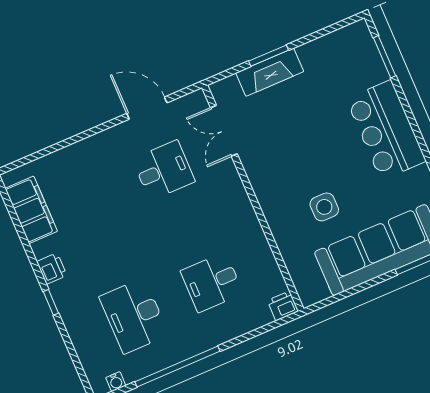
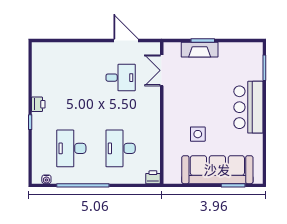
filing cabinet: (31, 210) -> (41, 68), removed
desk: (212, 282) -> (121, 148), width x1.37

